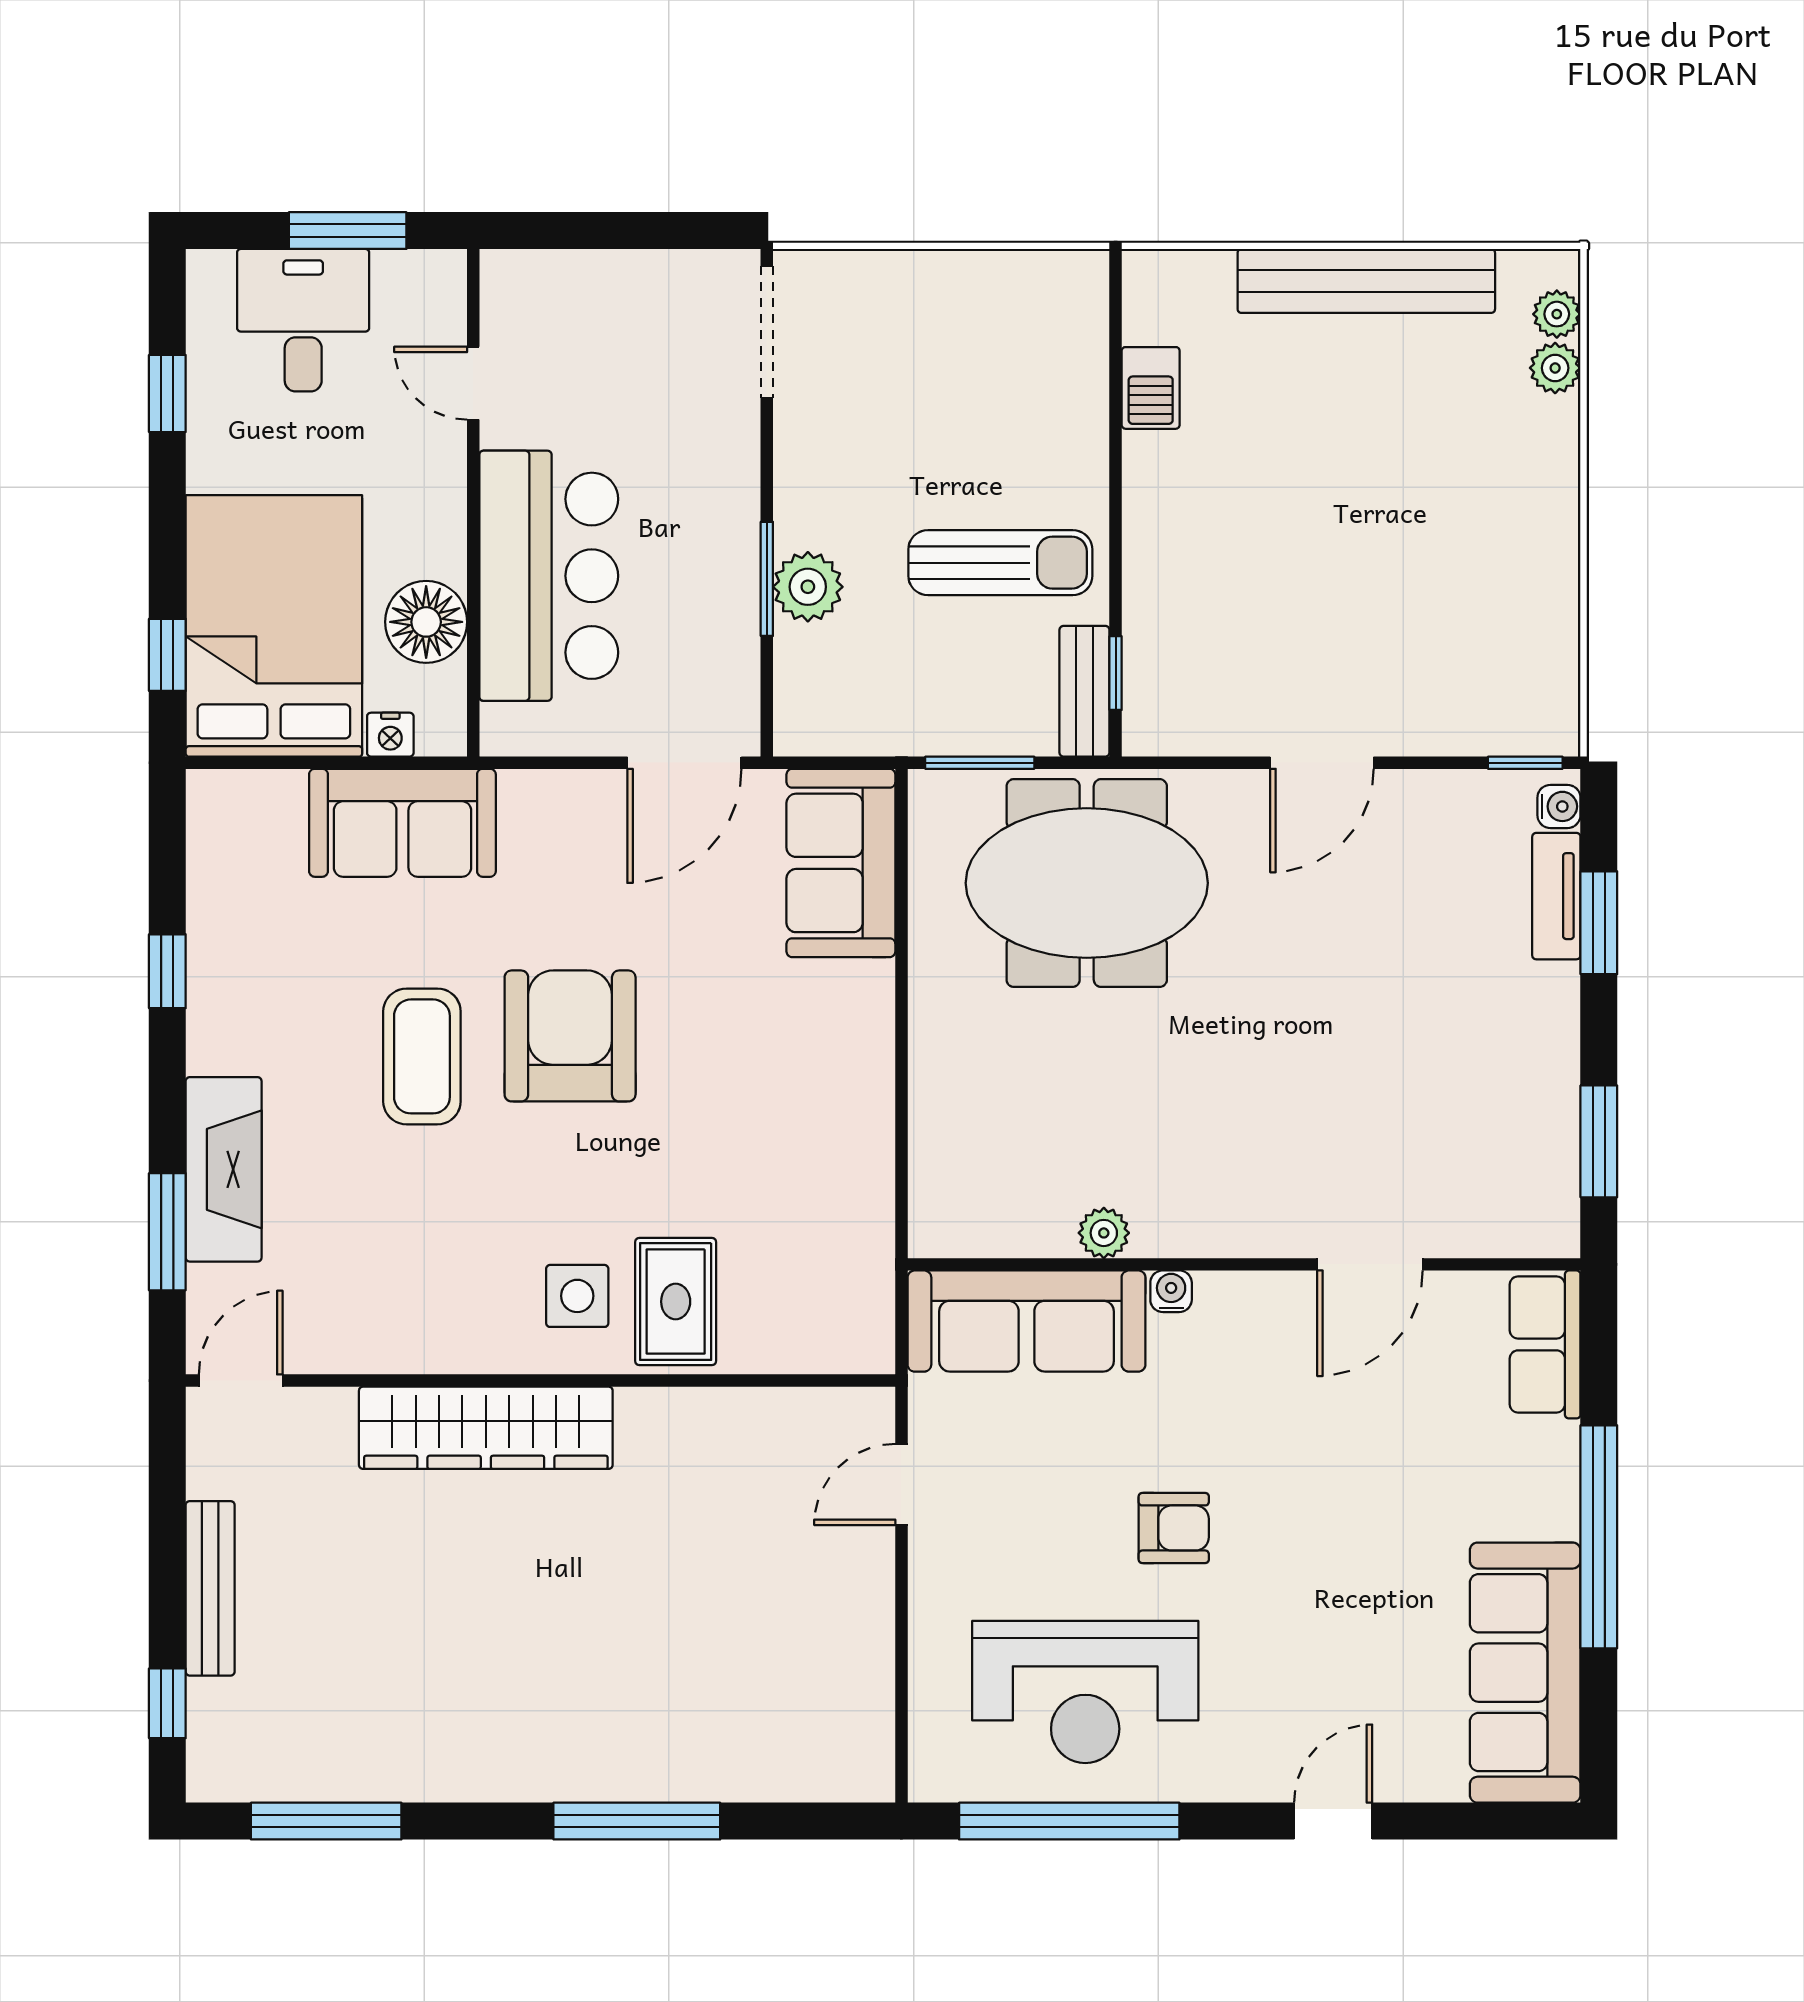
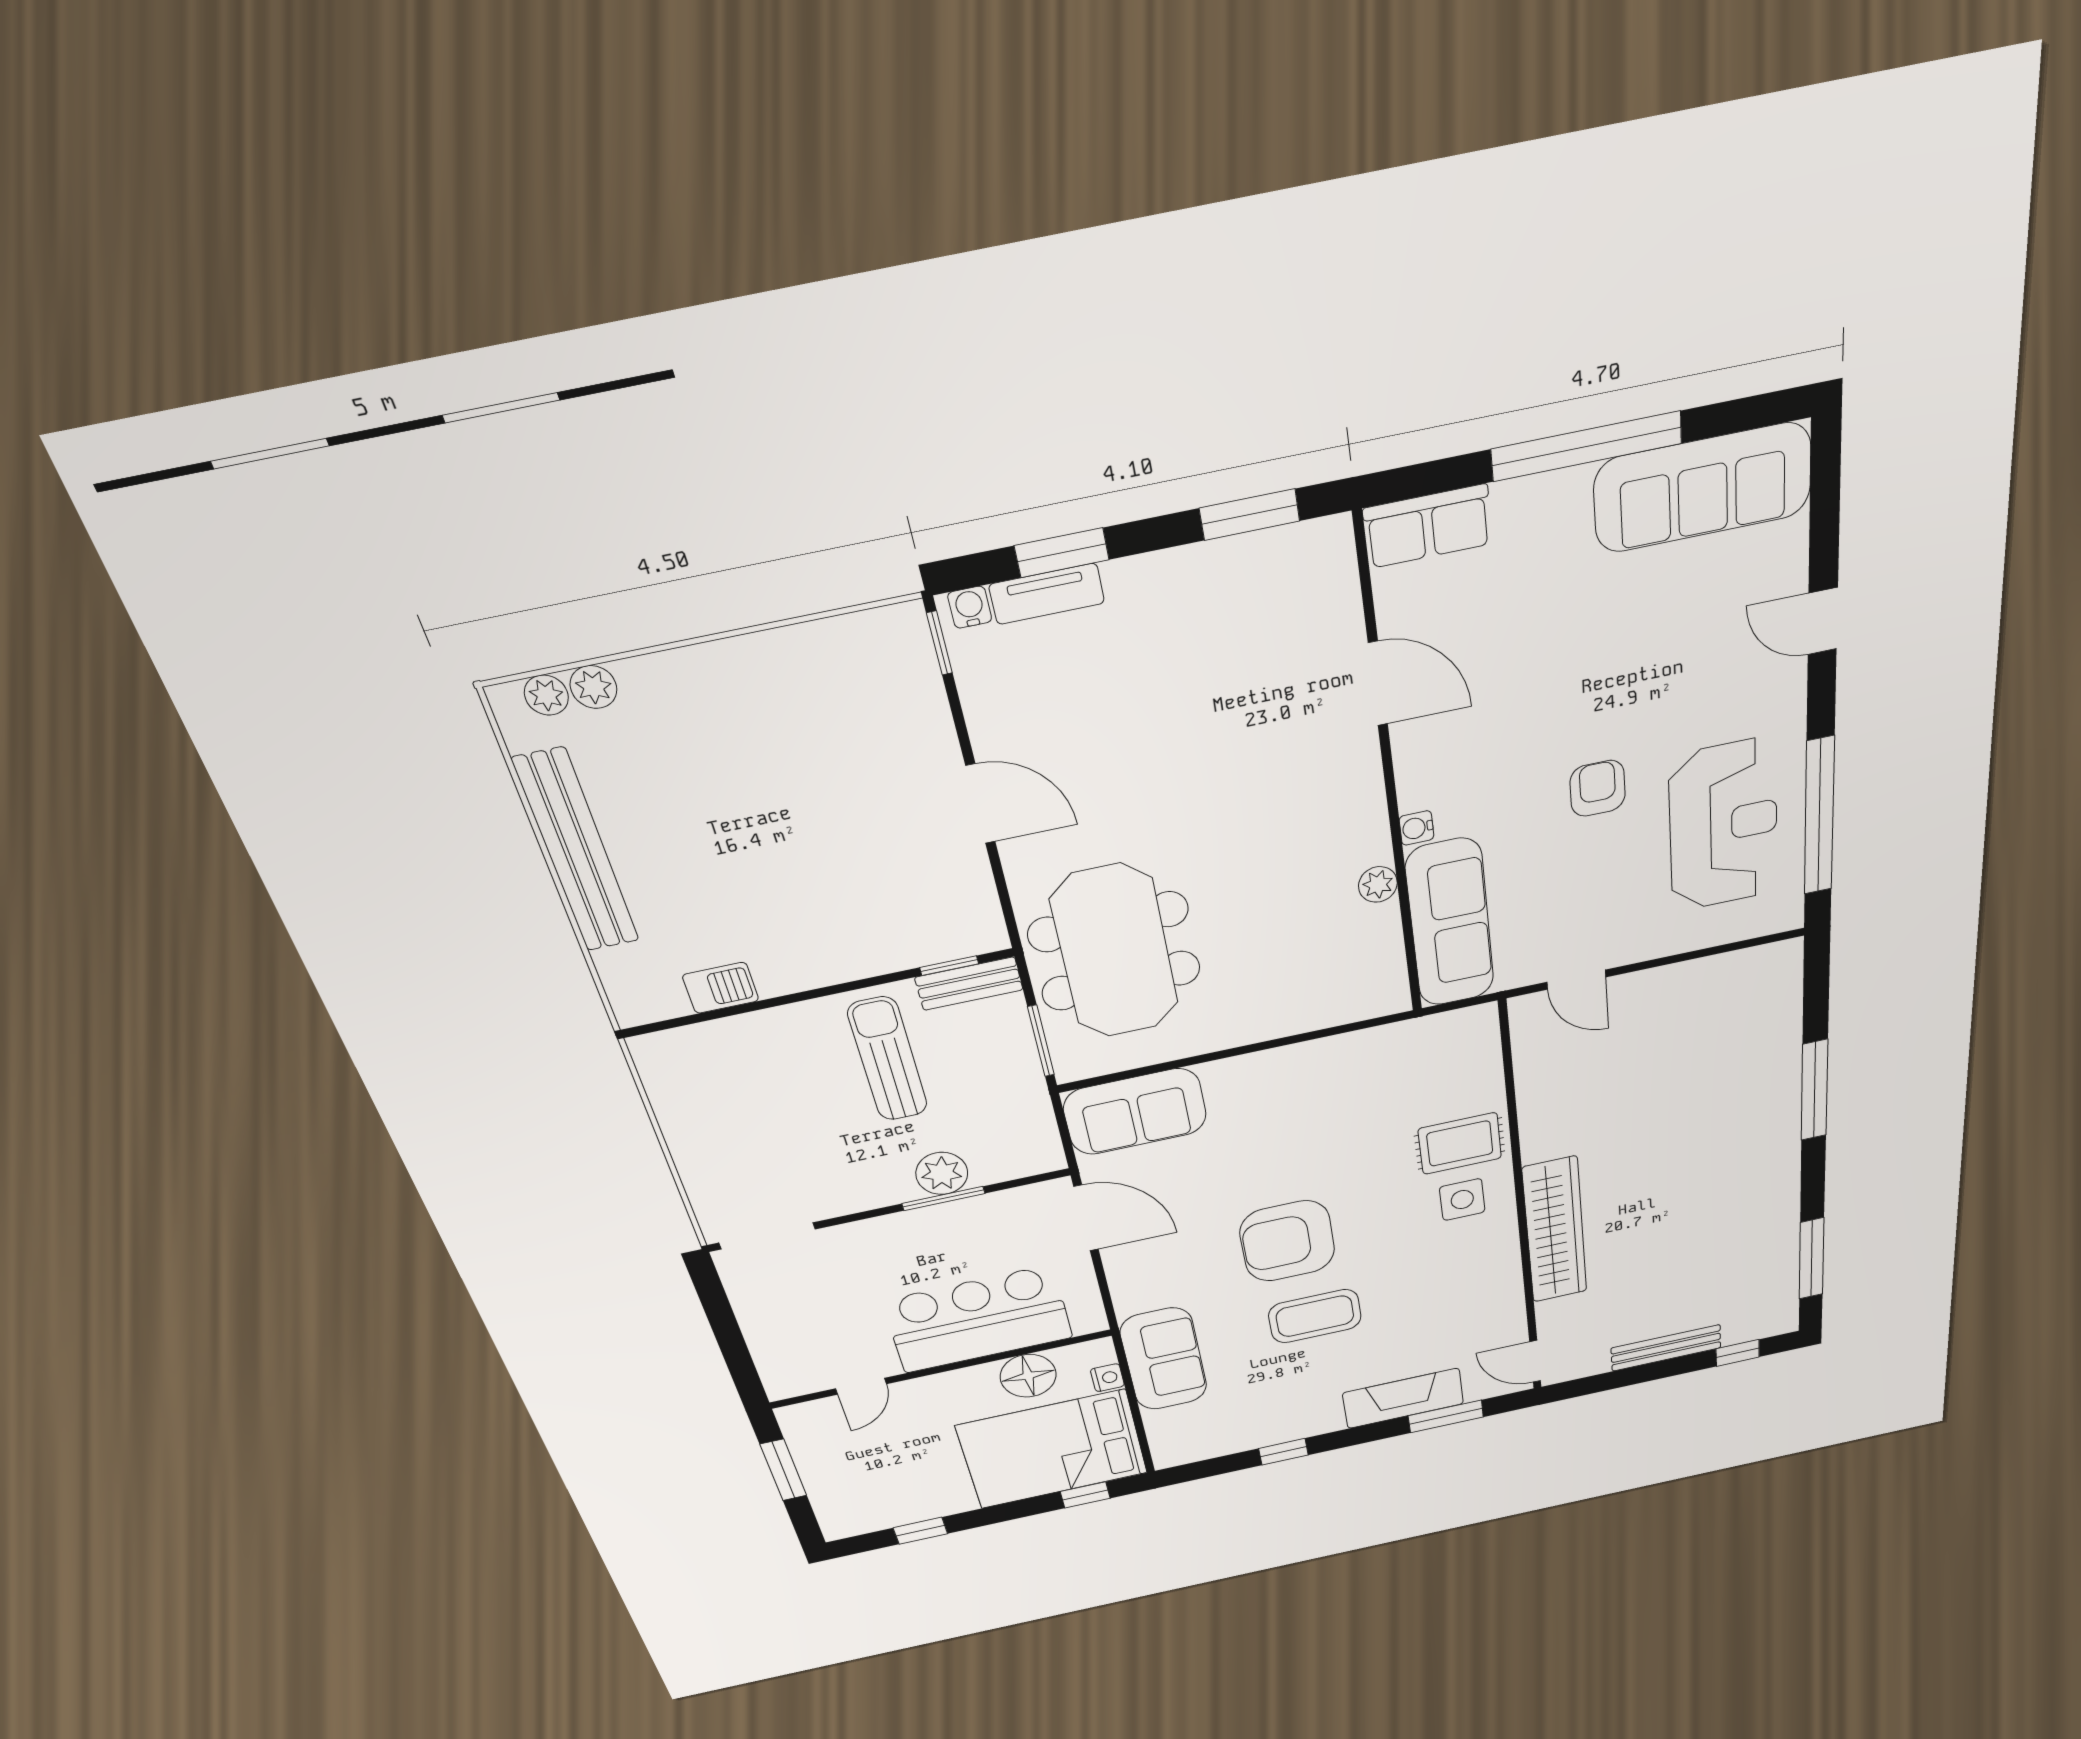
desk: (303, 320) -> (850, 1478), removed

